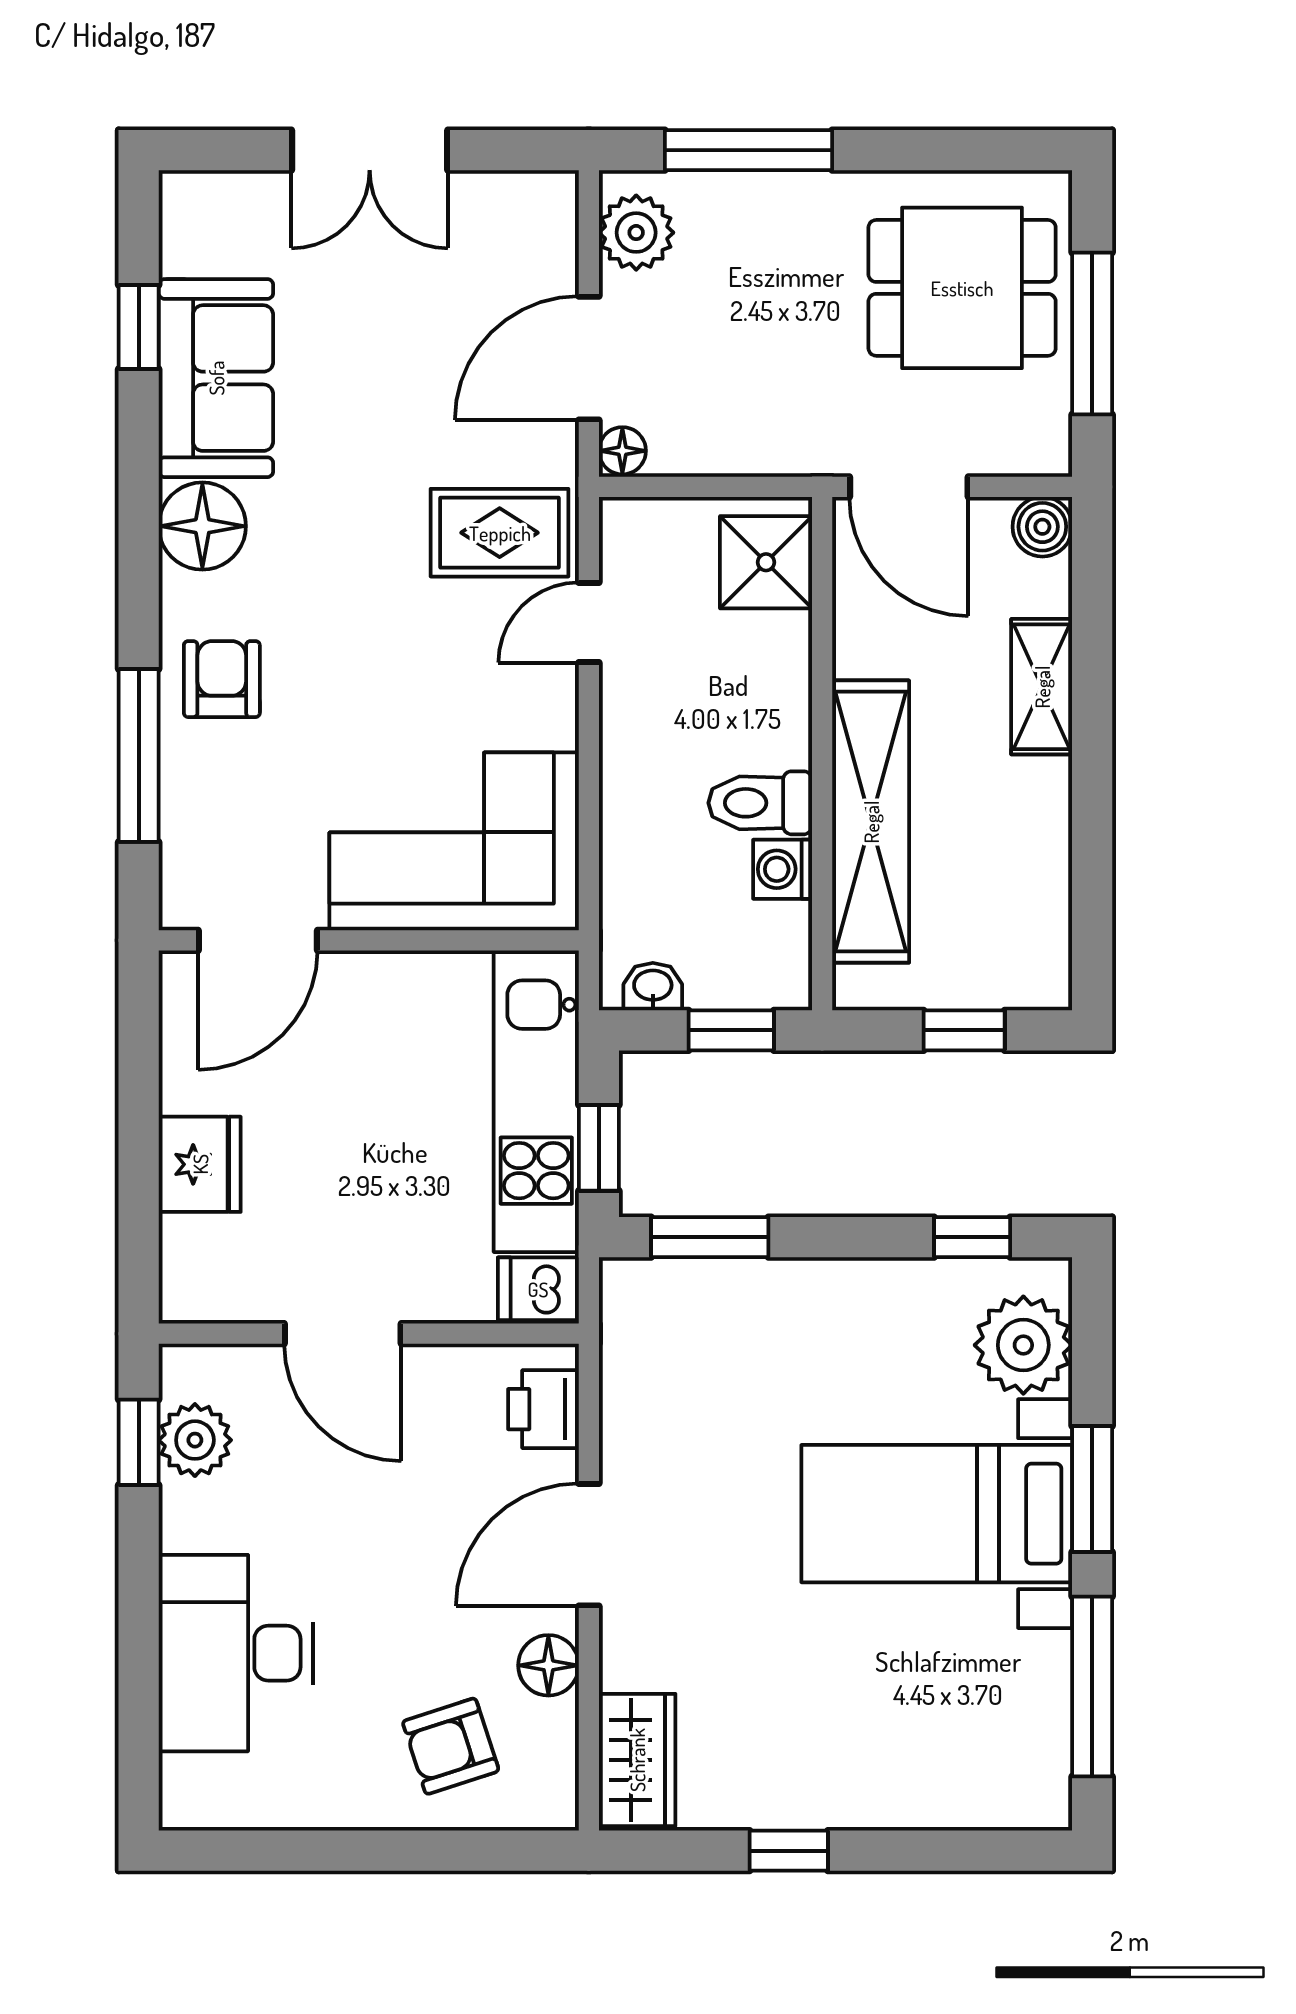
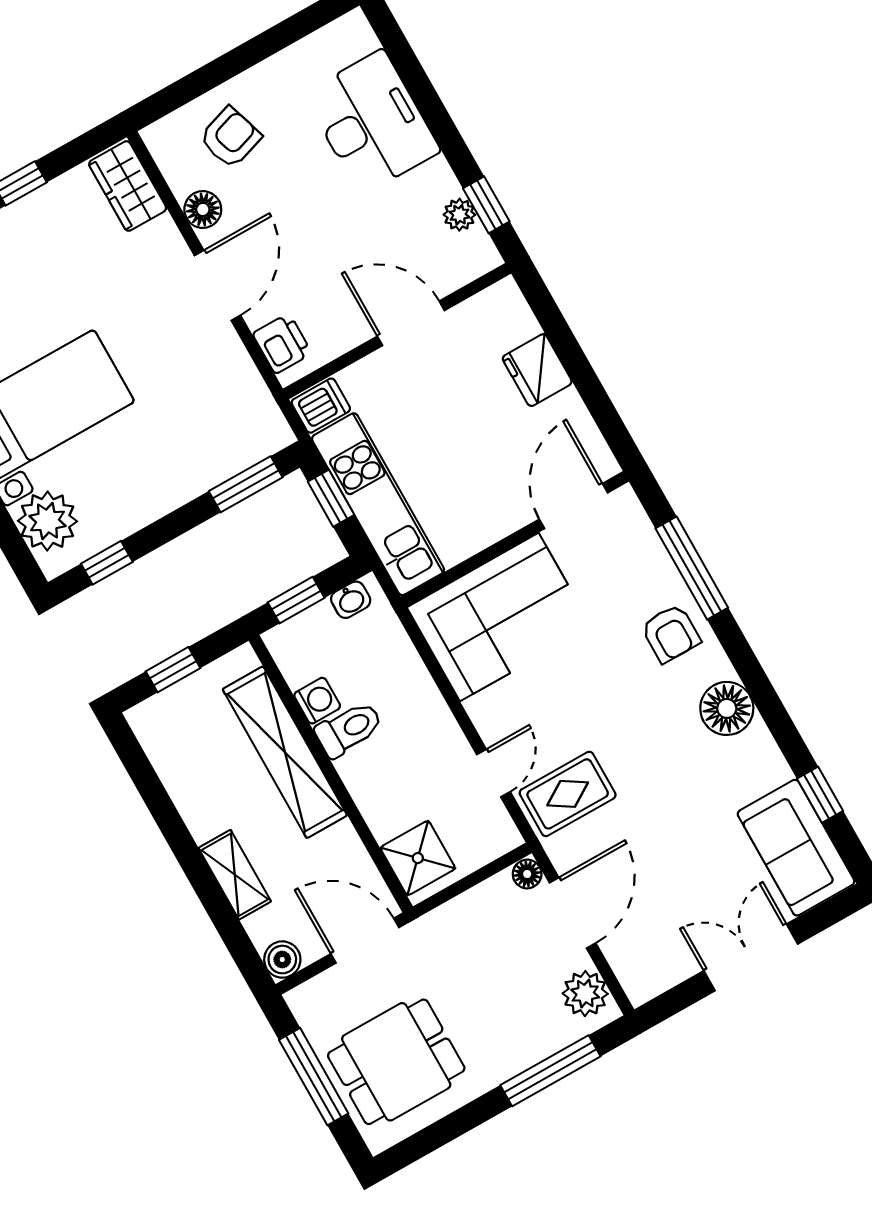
sofa: (216, 378) -> (796, 848), moved
plant: (195, 1440) -> (459, 215), width x0.73, depth x0.73

